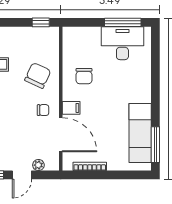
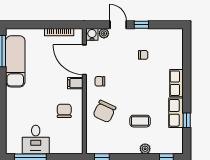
desk: (122, 43) -> (36, 140), width x0.73
water cooler: (52, 164) -> (92, 34), added
door: (22, 175) -> (118, 25), hinge flipped

